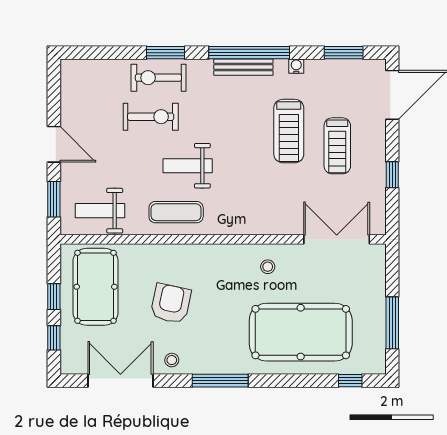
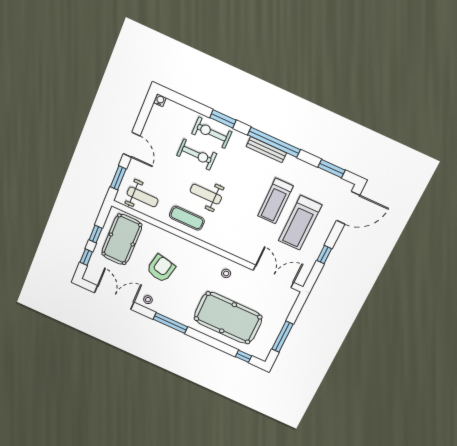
water cooler: (296, 66) -> (160, 100), moved
treadmill: (337, 146) -> (300, 223), width x1.37, depth x1.37
weight bench: (100, 211) -> (143, 197), turned 180

